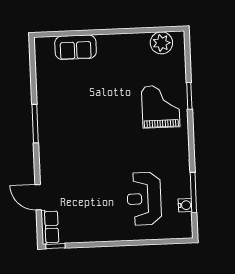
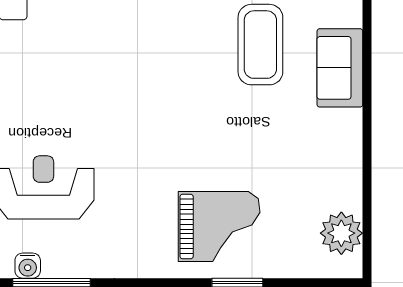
coffee table: (65, 89) -> (260, 45), added

